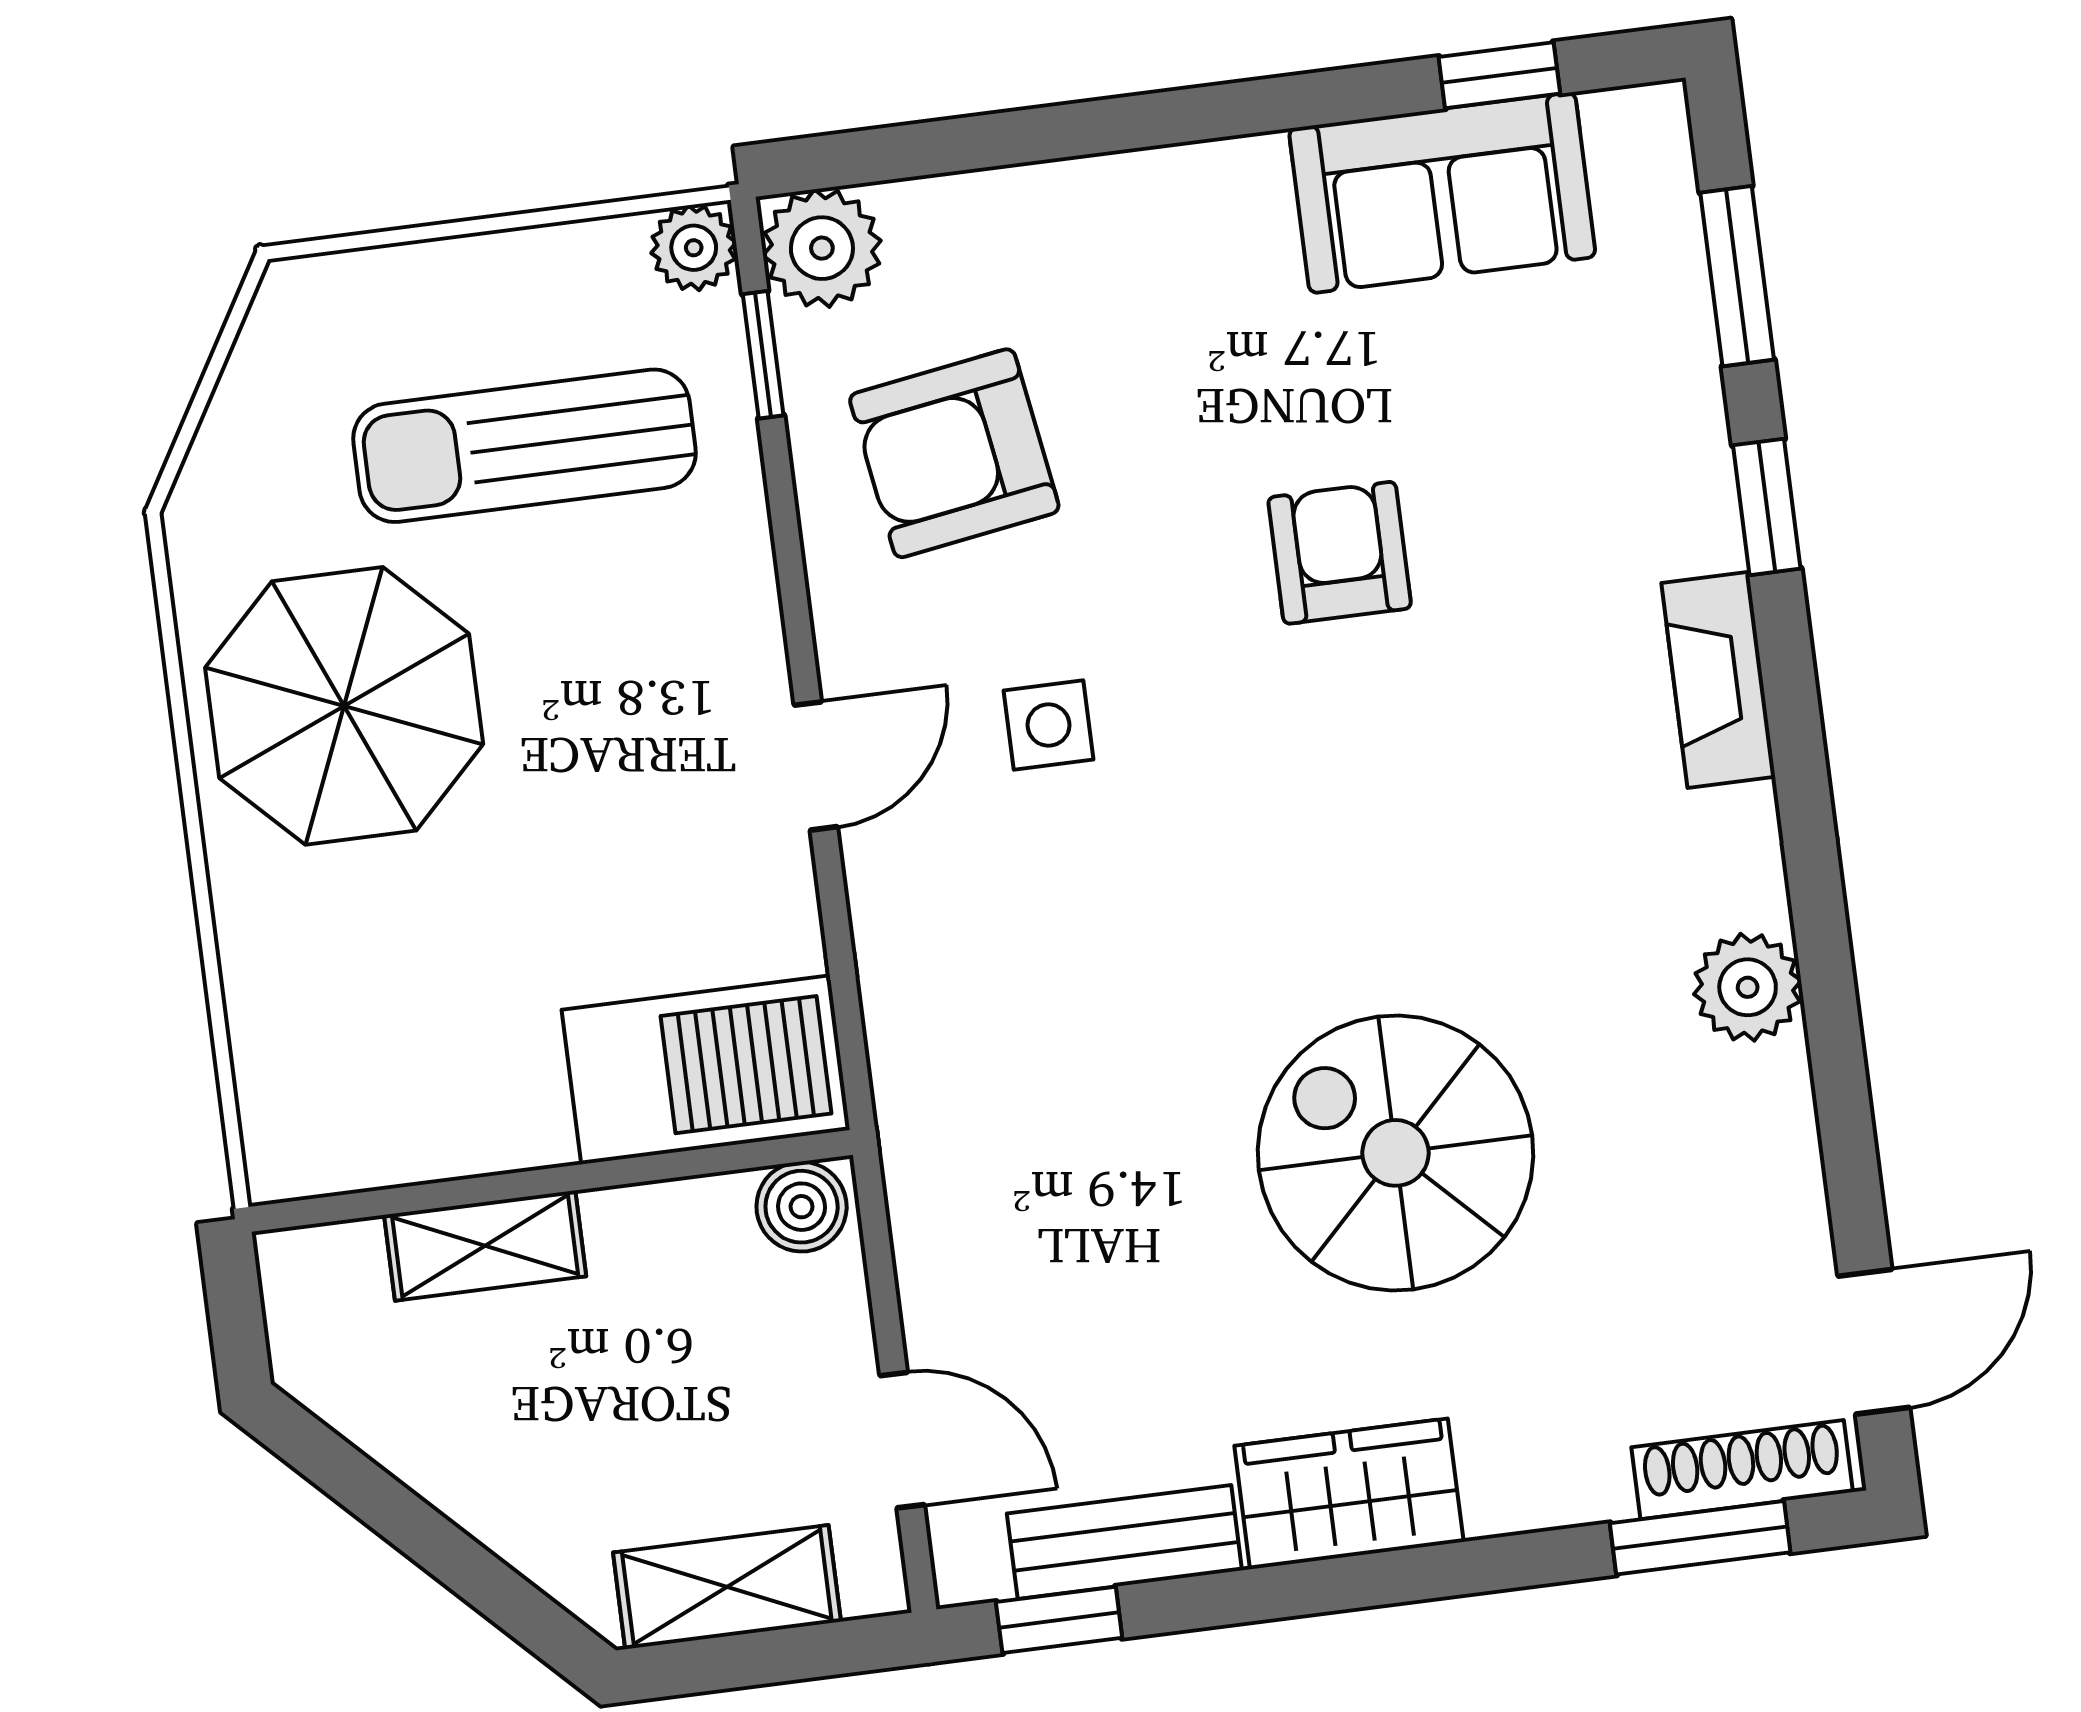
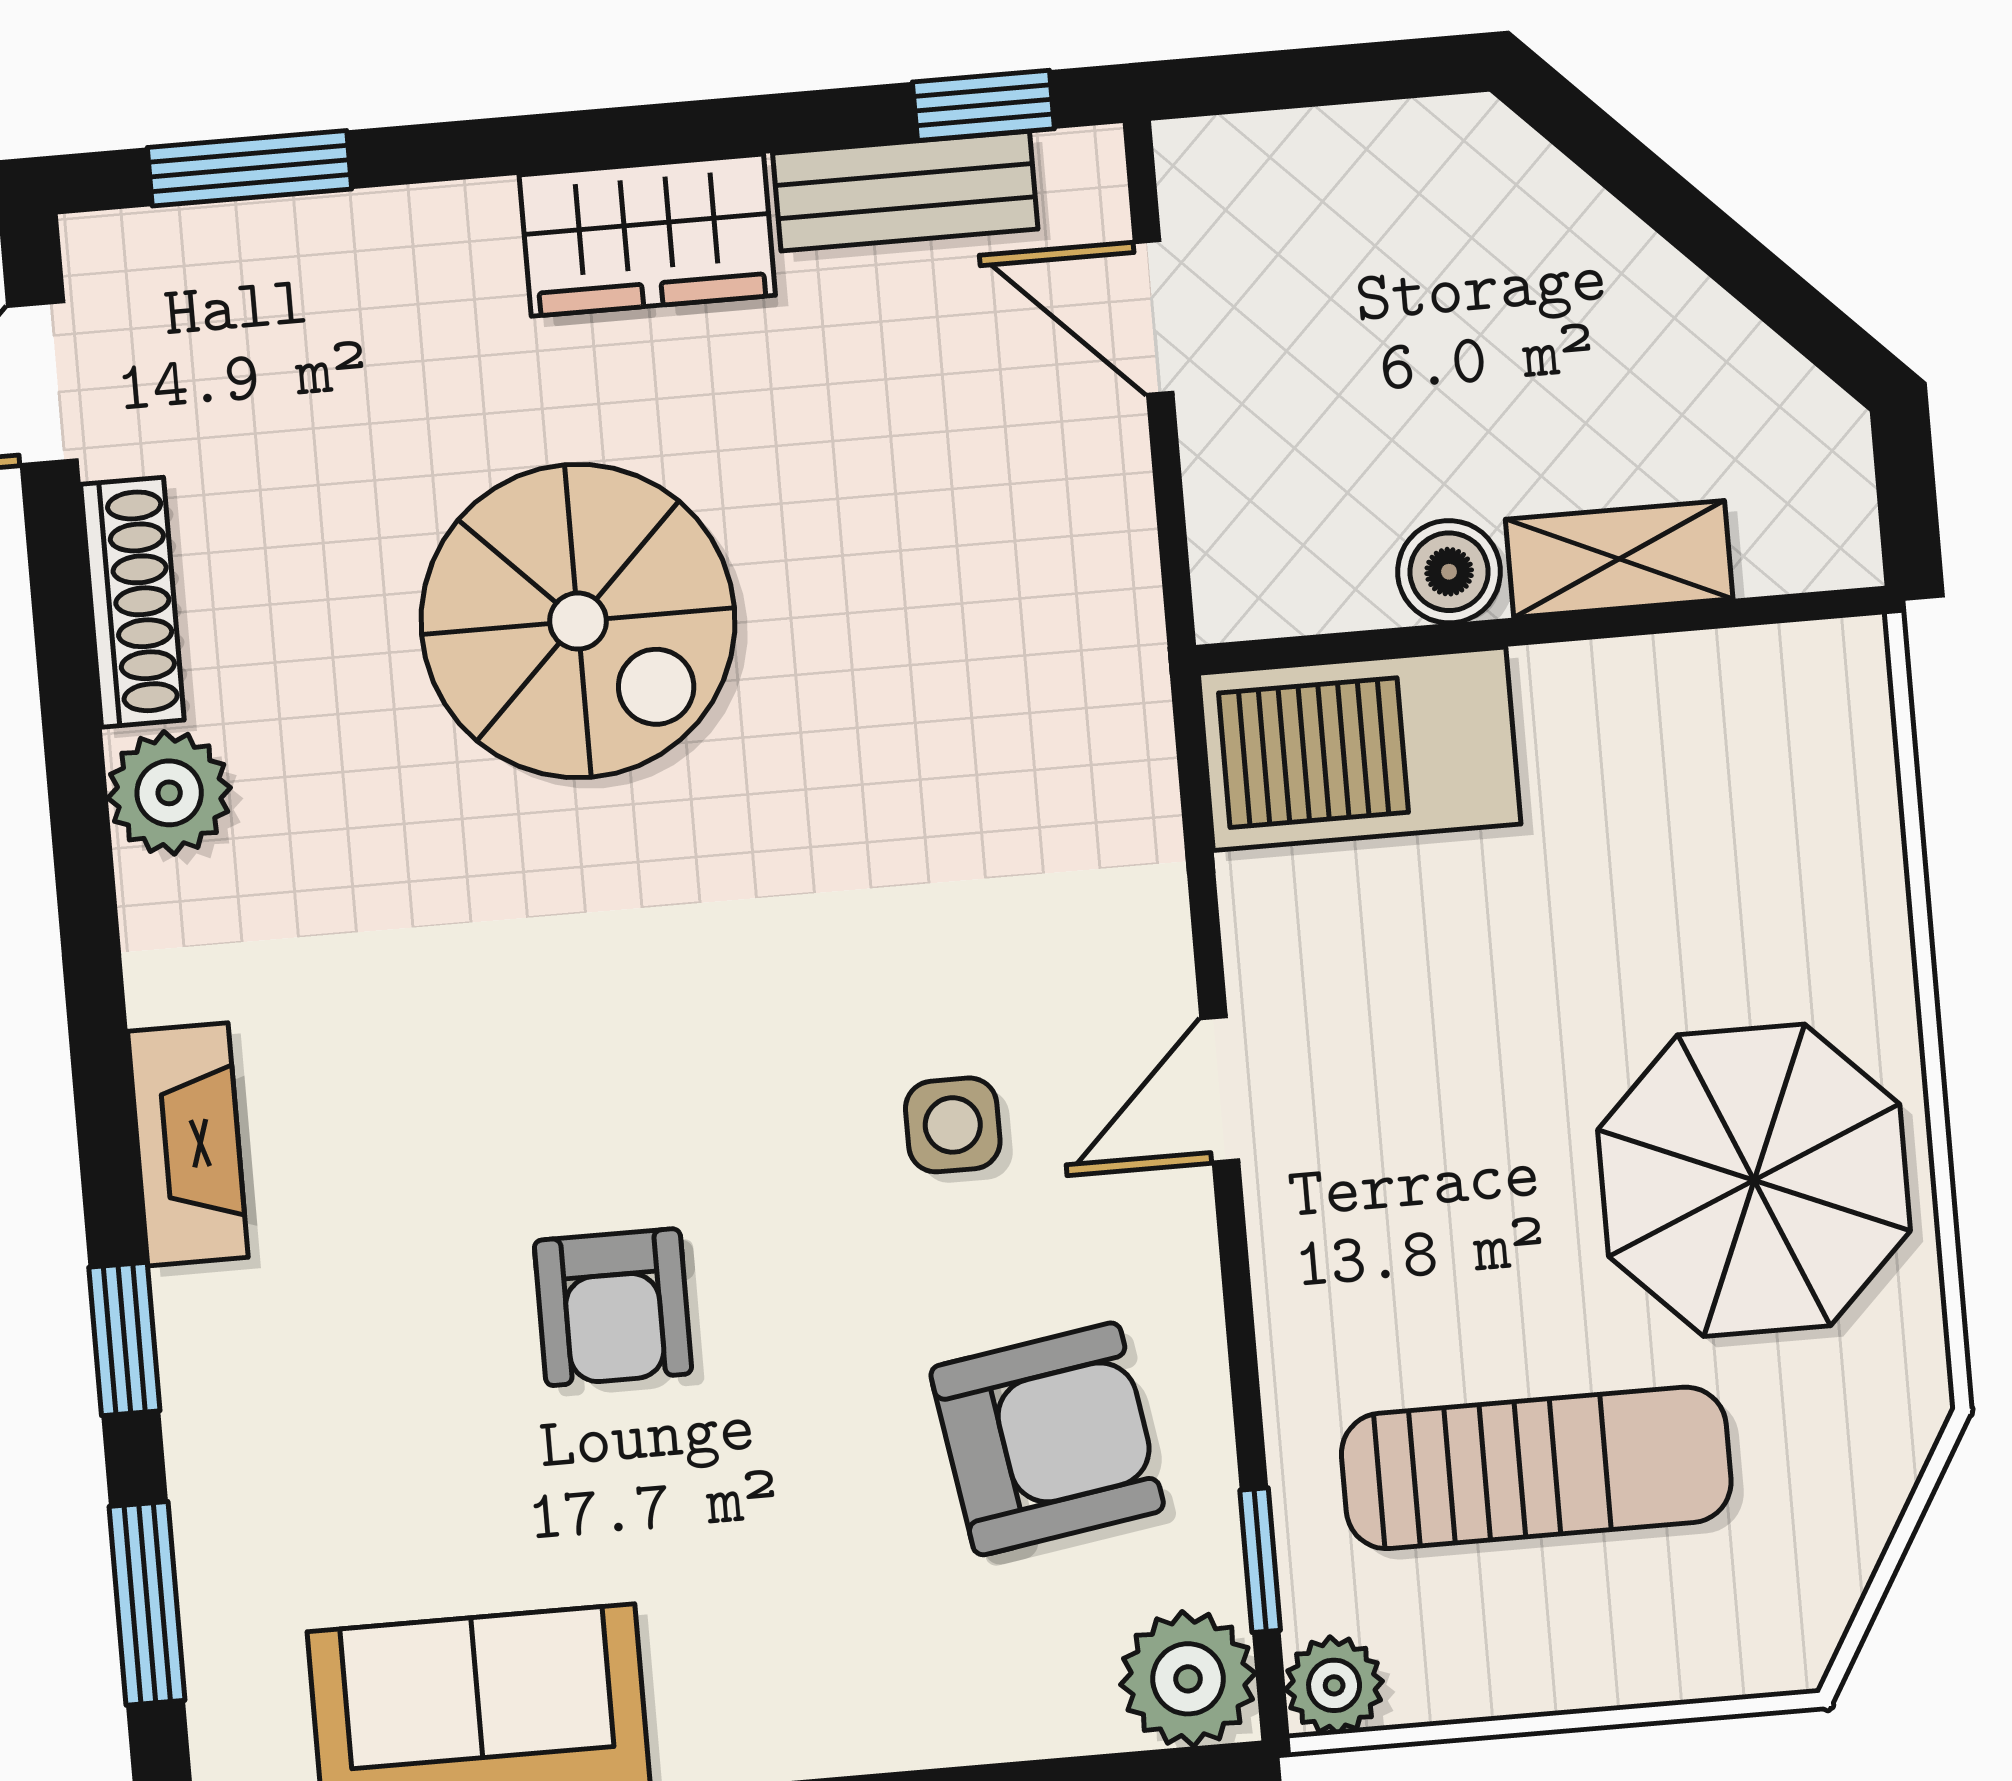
boiler: (802, 1207) -> (1449, 572), moved
shoe rack: (1742, 1470) -> (132, 602), moved, turned -90
shelving: (727, 1587) -> (1360, 159), removed

